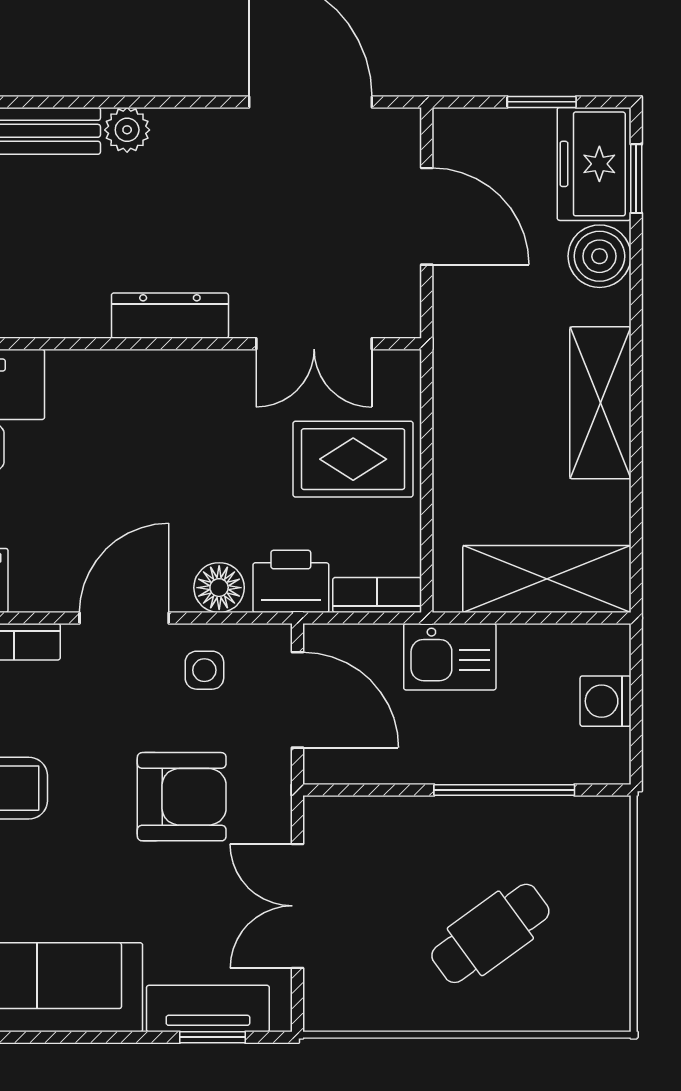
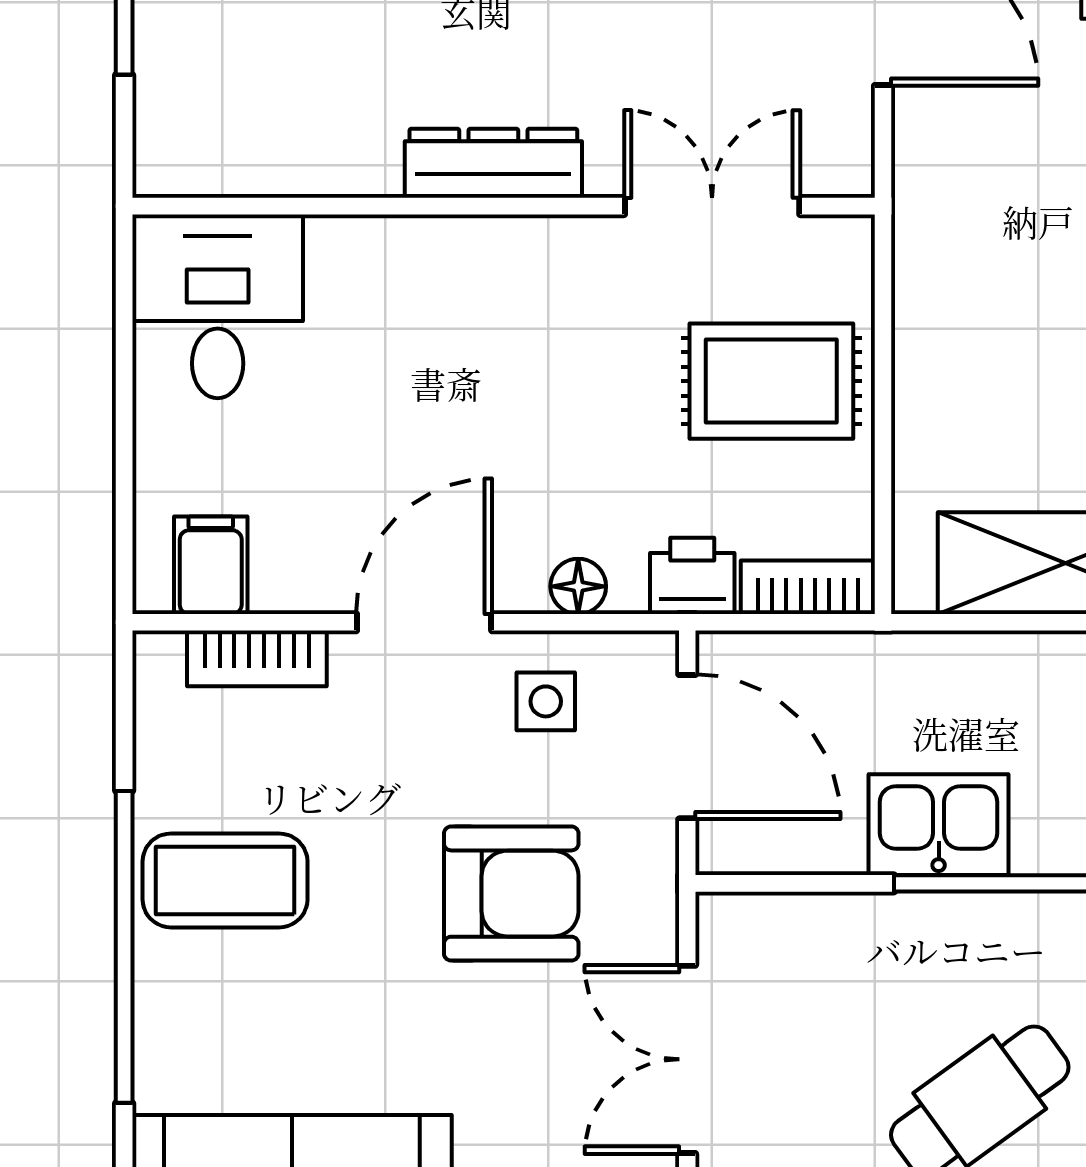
double door: (314, 344) -> (712, 206), swing flipped
printer: (291, 581) -> (692, 576), width x0.73, depth x0.81
floor lamp: (219, 588) -> (578, 586), width x0.73, depth x0.73
kitchen sink: (450, 657) -> (939, 825), moved, turned 180

